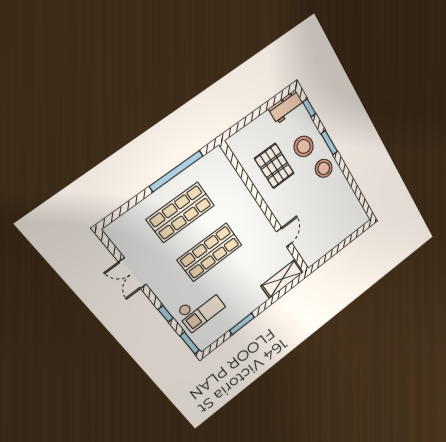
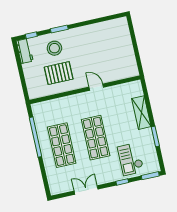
stool: (324, 168) -> (75, 39), removed
door: (284, 237) -> (96, 87), moved
double door: (133, 273) -> (86, 190), swing flipped
shelving: (282, 279) -> (141, 113), moved
checkout: (200, 309) -> (131, 159), turned 180

